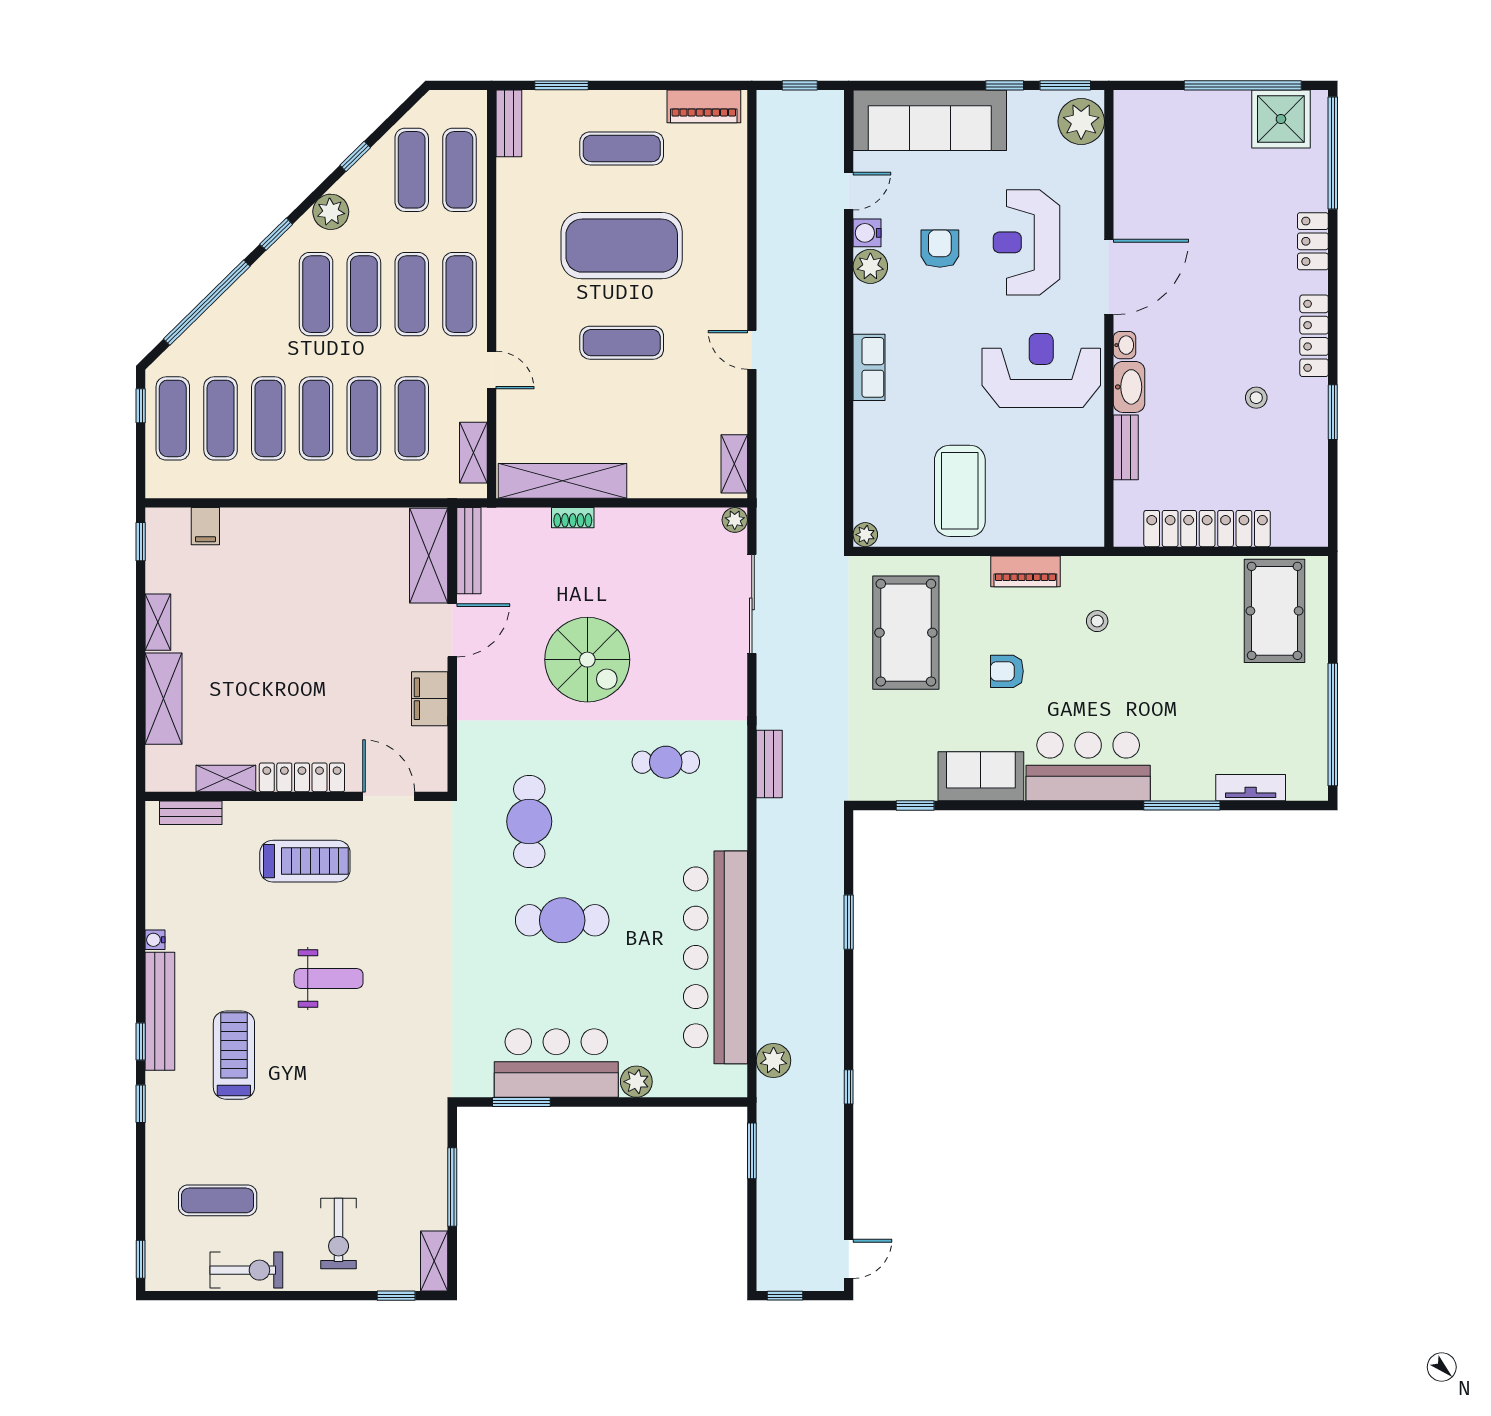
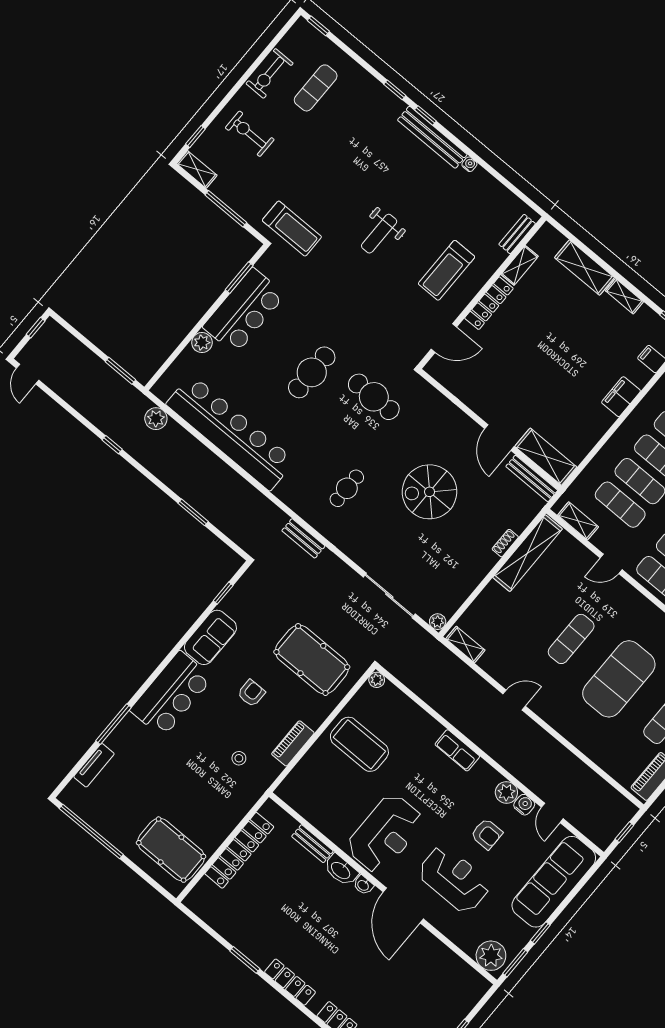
stool: (1256, 398) -> (283, 928), removed
filing cabinet: (430, 699) -> (621, 397), moved, turned -90
treadmill: (234, 1055) -> (292, 229), moved

